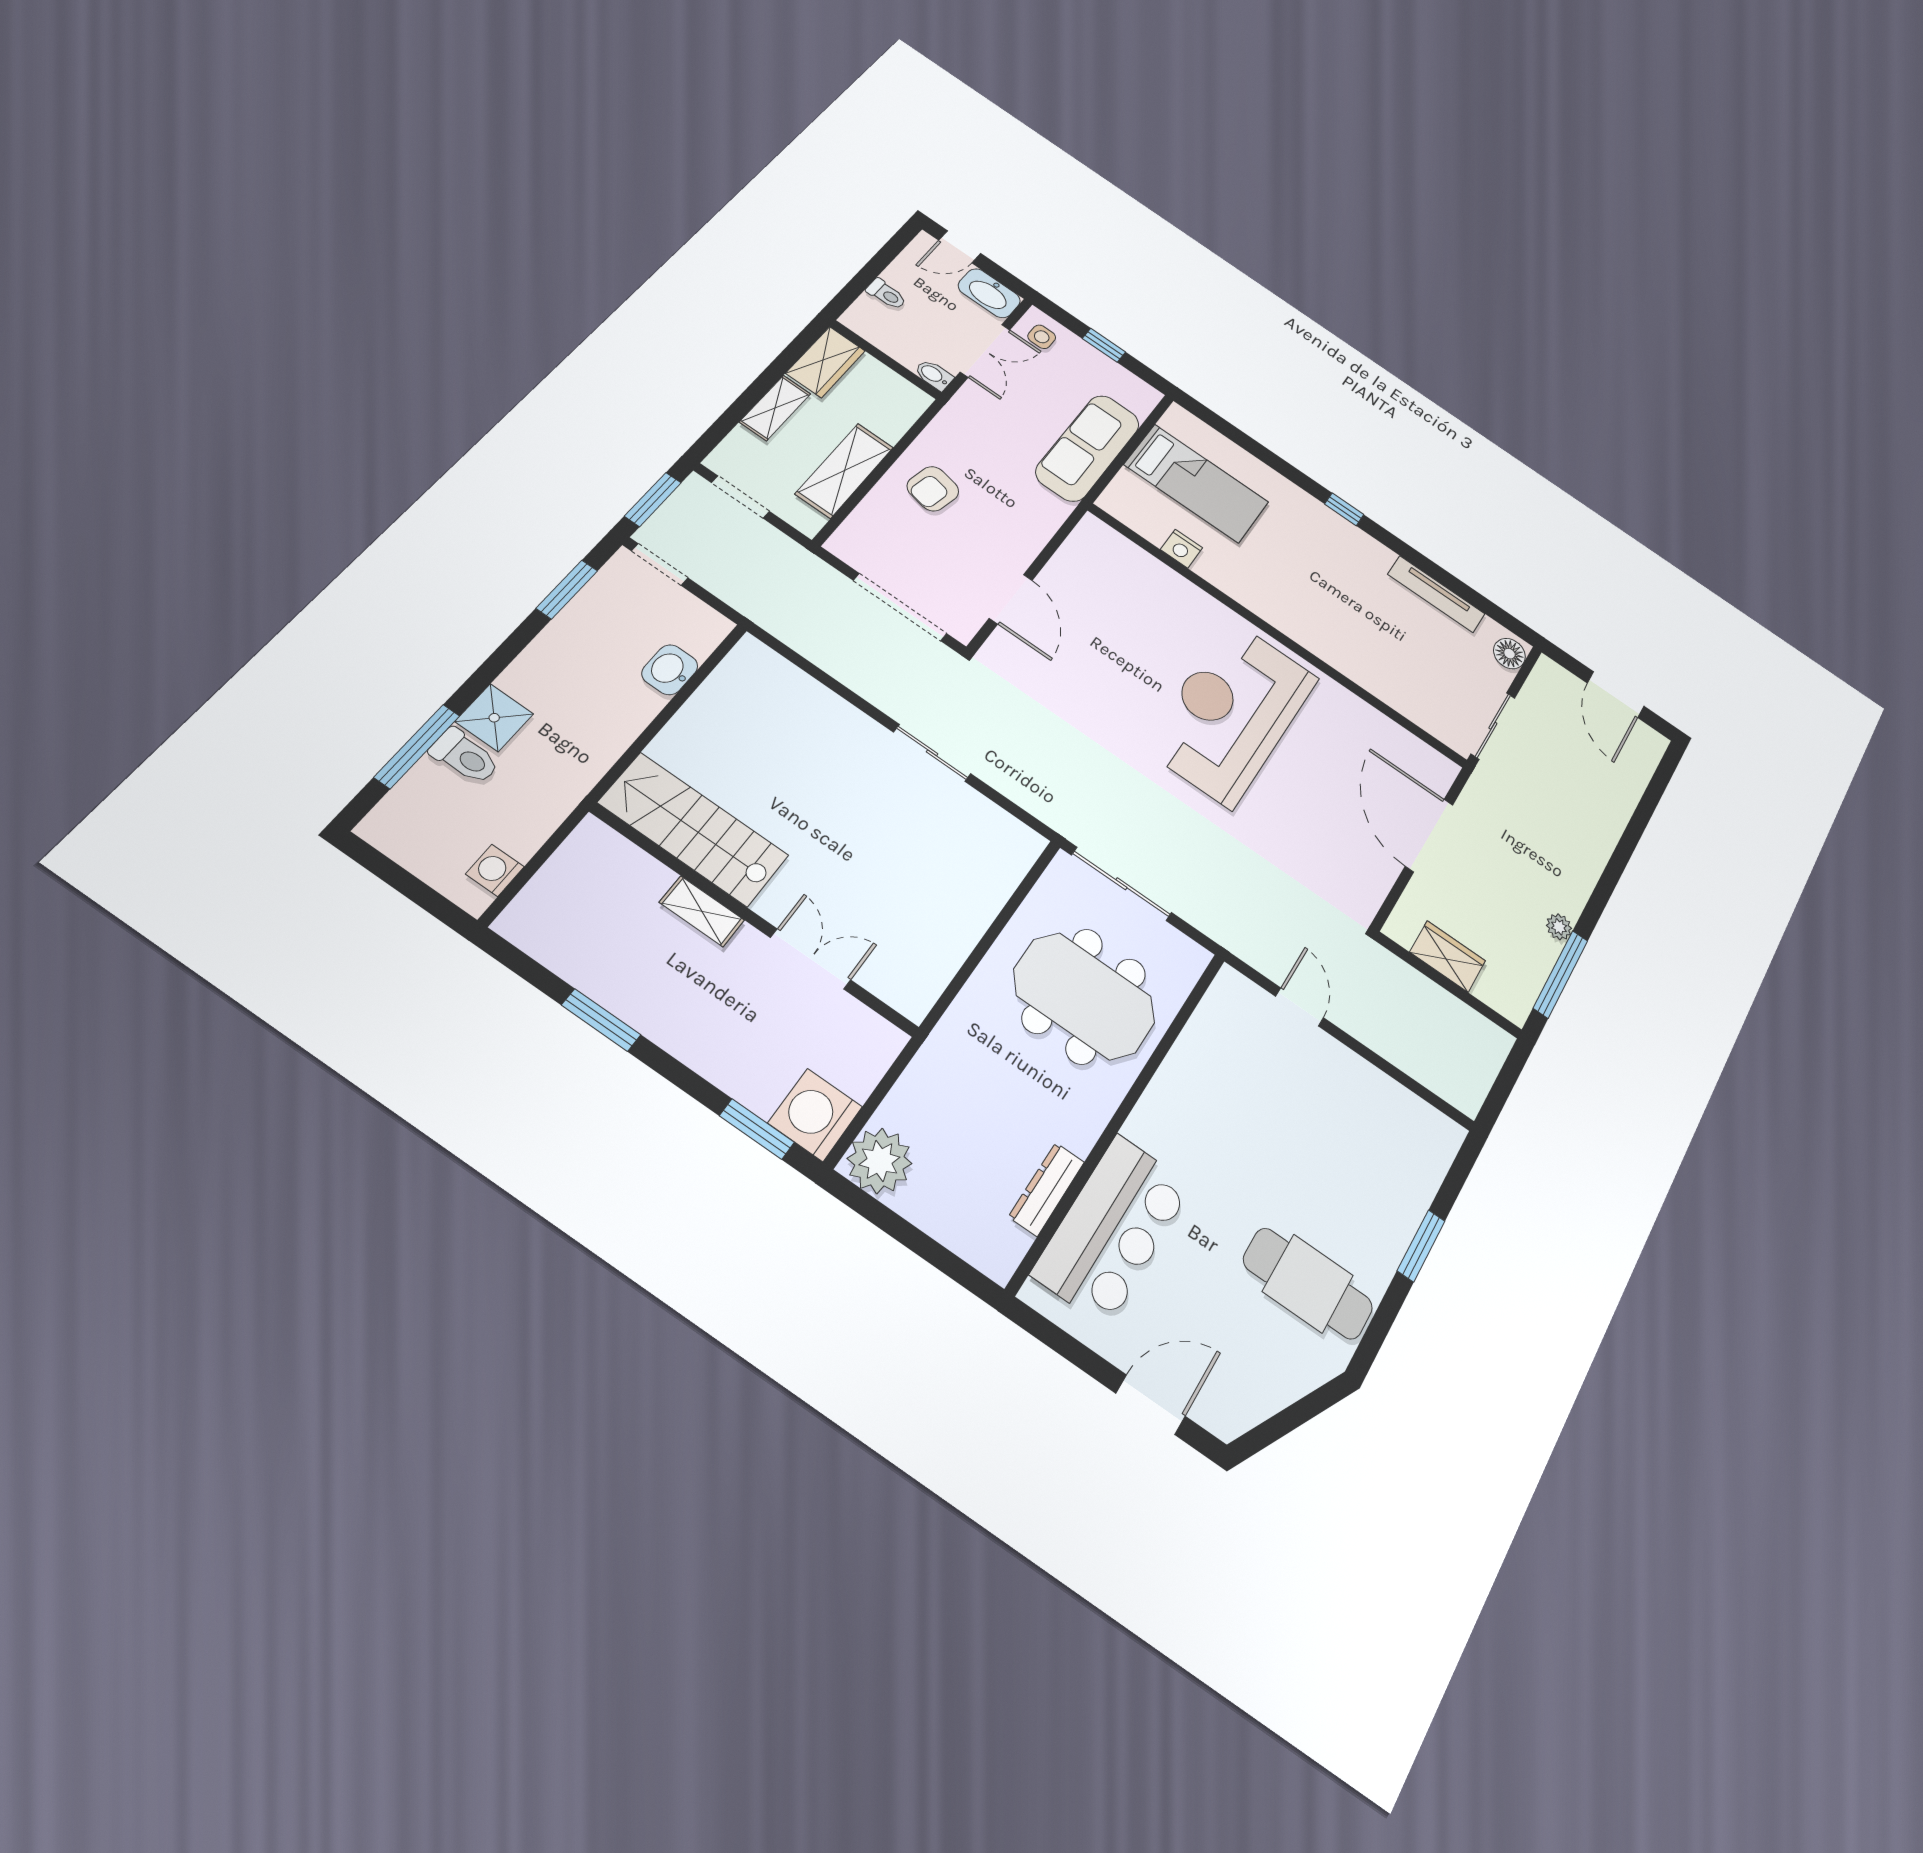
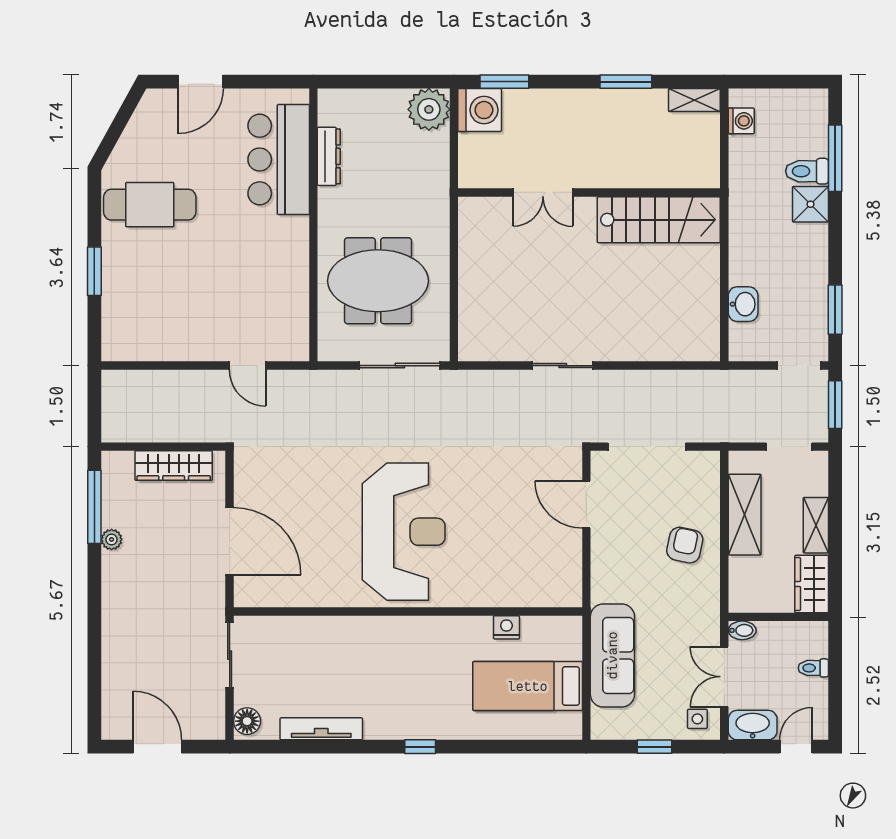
shelving: (702, 911) -> (694, 100), moved
wardrobe: (1448, 956) -> (174, 466), width x1.50

